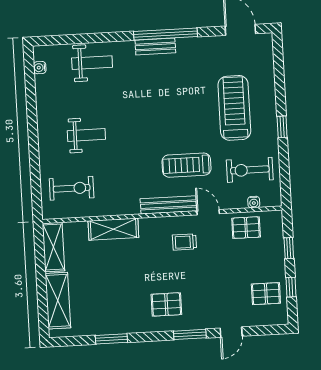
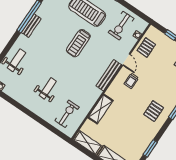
treadmill: (186, 165) -> (78, 43), moved
door: (208, 212) -> (126, 60), swing flipped

